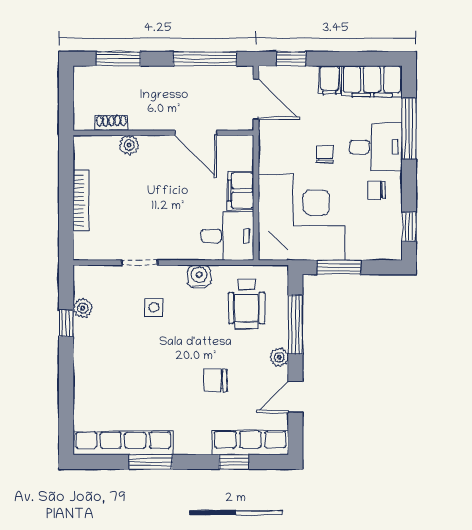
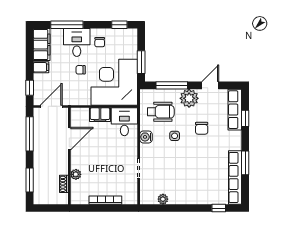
side table: (154, 307) -> (175, 136), moved
window: (66, 323) -> (219, 208), moved
plant: (279, 357) -> (189, 98), width x1.87, depth x1.87
door: (295, 397) -> (210, 85), swing flipped

